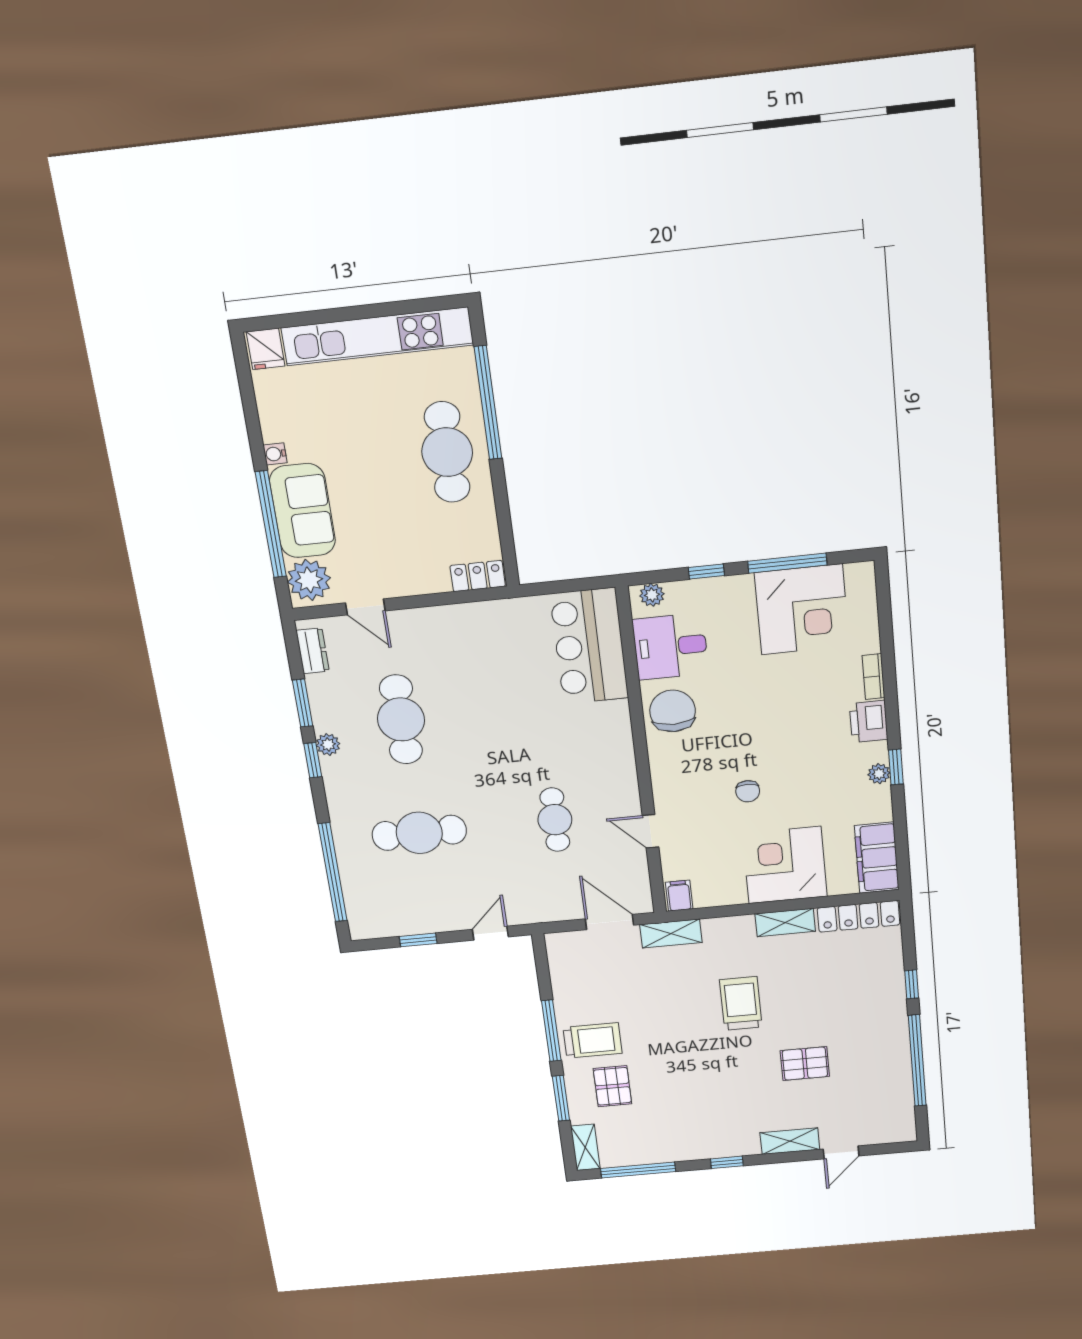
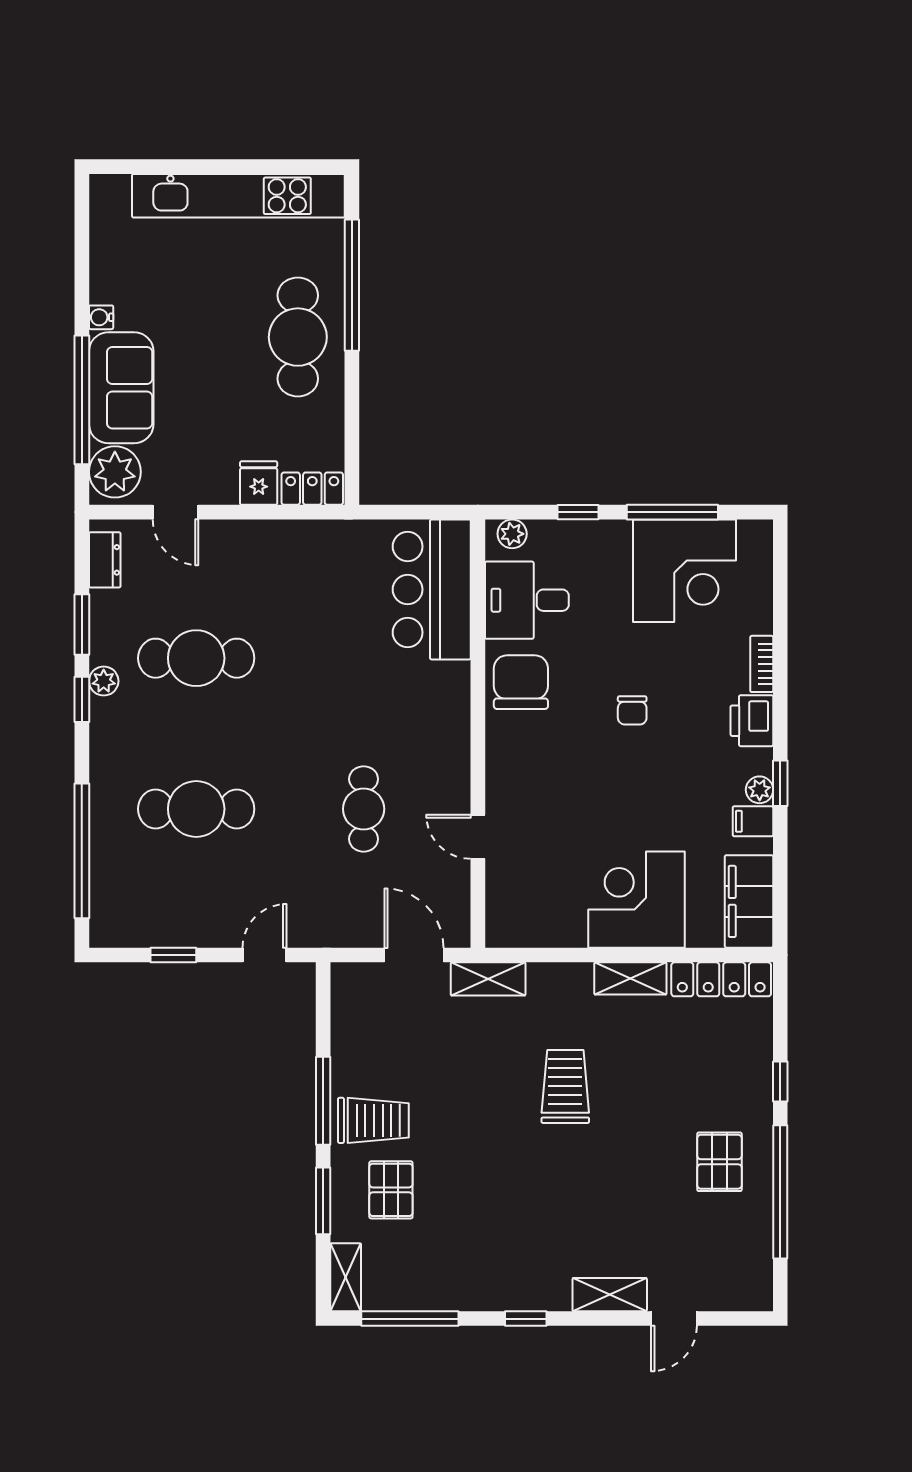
fridge: (265, 349) -> (259, 483), moved, turned 180
cafe table: (401, 719) -> (196, 658), turned 90
chair: (748, 791) -> (632, 710), moved
filing cabinet: (679, 896) -> (753, 821), moved, turned -90
pallet: (805, 1064) -> (719, 1162), moved, turned 90

